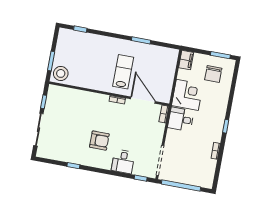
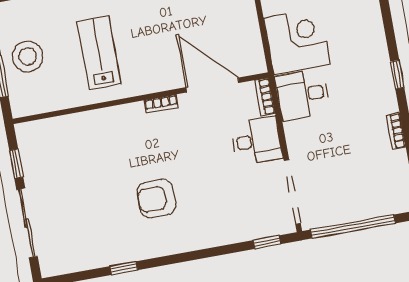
lab bench: (123, 72) -> (99, 53), moved
stool: (61, 73) -> (28, 56), moved
armchair: (99, 141) -> (156, 199), turned 180
desk: (123, 162) -> (257, 141), moved, turned -90

